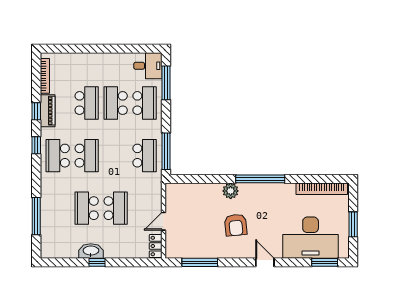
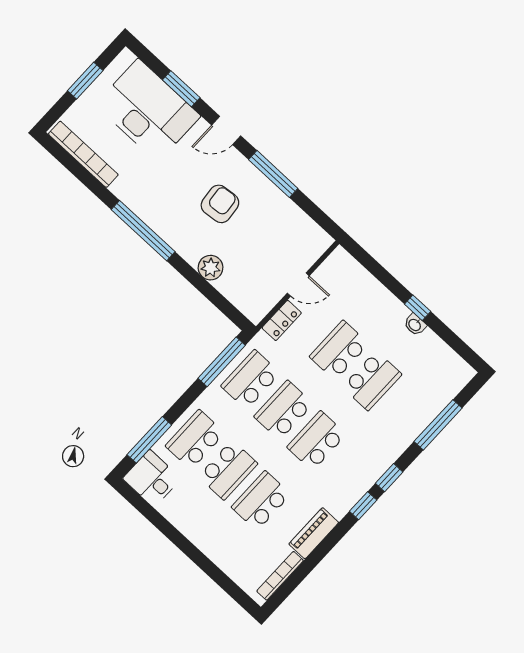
window: (36, 111) -> (389, 478), moved
school desk: (58, 156) -> (284, 410), moved, turned 180
plant: (231, 191) -> (211, 268), moved
locker: (156, 246) -> (282, 320), moved
washbasin: (91, 251) -> (415, 325), width x0.52, depth x0.69
window: (200, 262) -> (273, 174), moved
door: (265, 262) -> (226, 130), hinge flipped
window: (325, 262) -> (181, 89), moved

